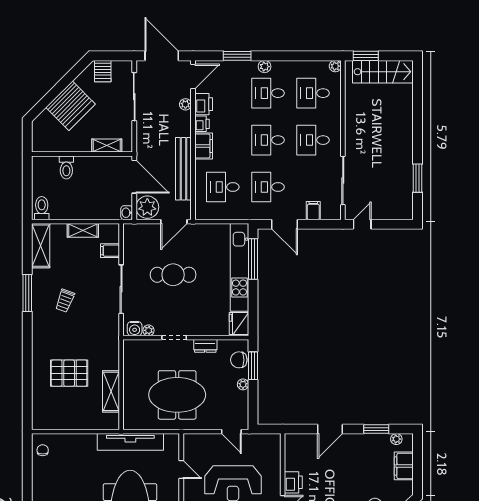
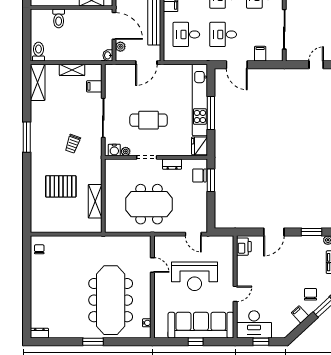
plant: (147, 207) -> (120, 47), width x0.53, depth x0.53
door: (362, 224) -> (316, 65), moved
window: (253, 259) -> (211, 113), moved
cafe table: (173, 275) -> (149, 120), moved
window: (27, 293) -> (27, 137), moved
trolley: (65, 301) -> (73, 144), moved
plant: (243, 384) -> (203, 195), removed
tv unit: (130, 442) -> (111, 242), removed
printer: (293, 482) -> (244, 247), moved

